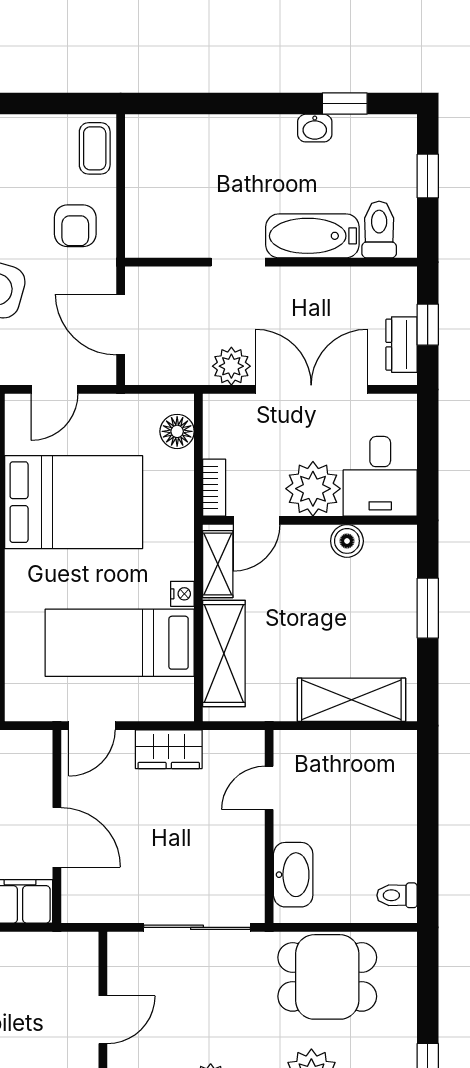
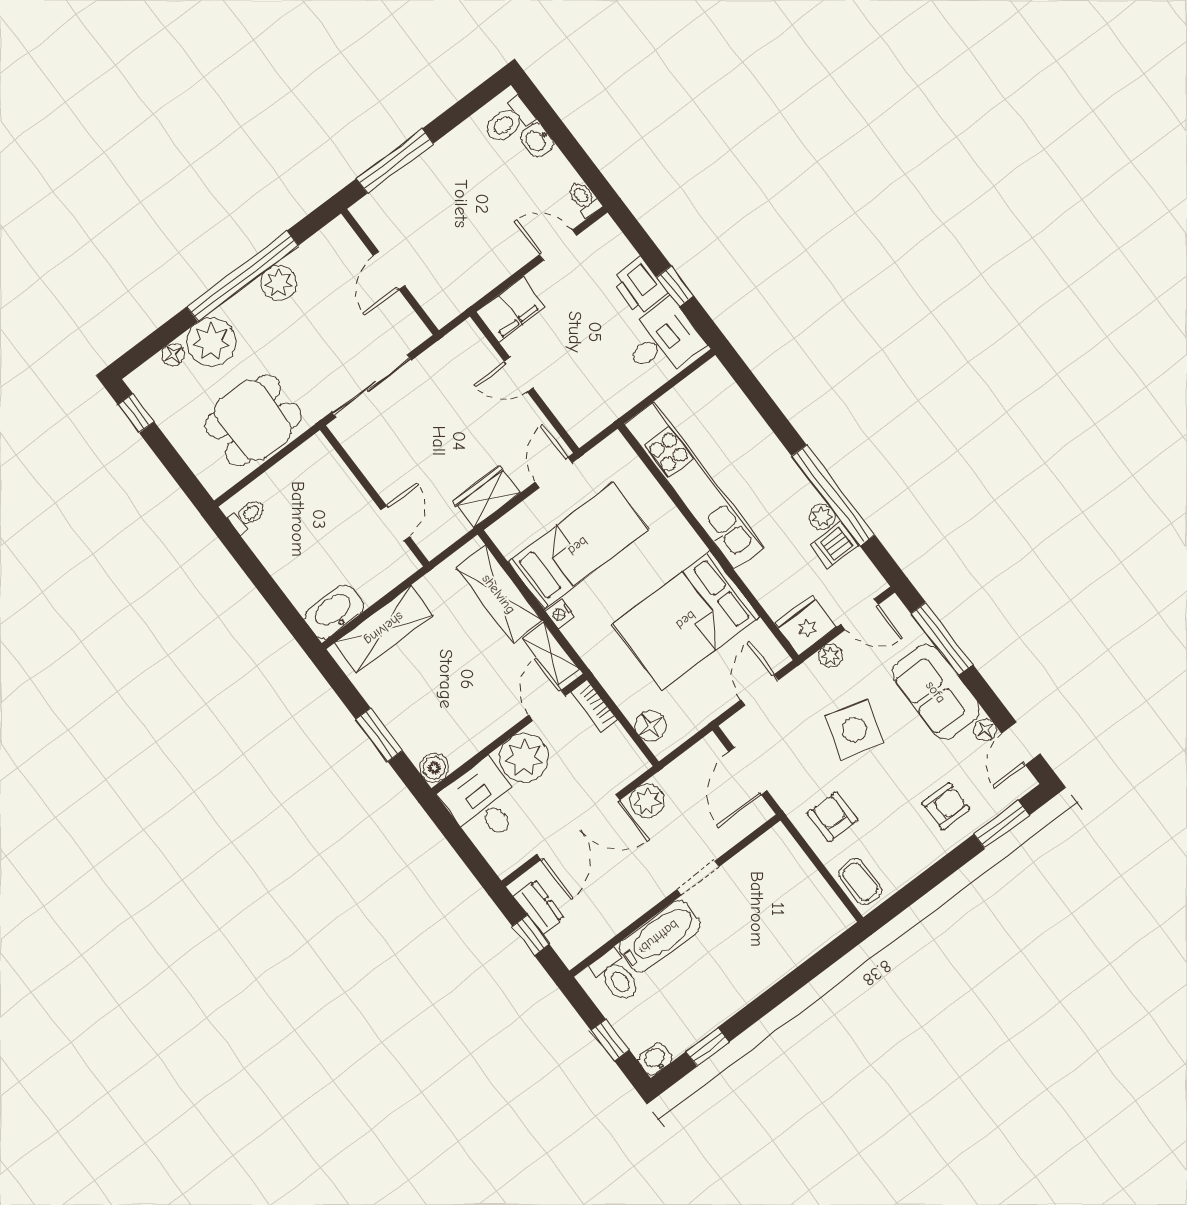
washbasin: (315, 128) -> (655, 1059), moved
door: (121, 325) -> (748, 771), swing flipped
boiler: (347, 541) -> (434, 768), moved
door: (57, 837) -> (519, 375), width x0.73
washbasin: (293, 875) -> (334, 612), moved, turned 90

